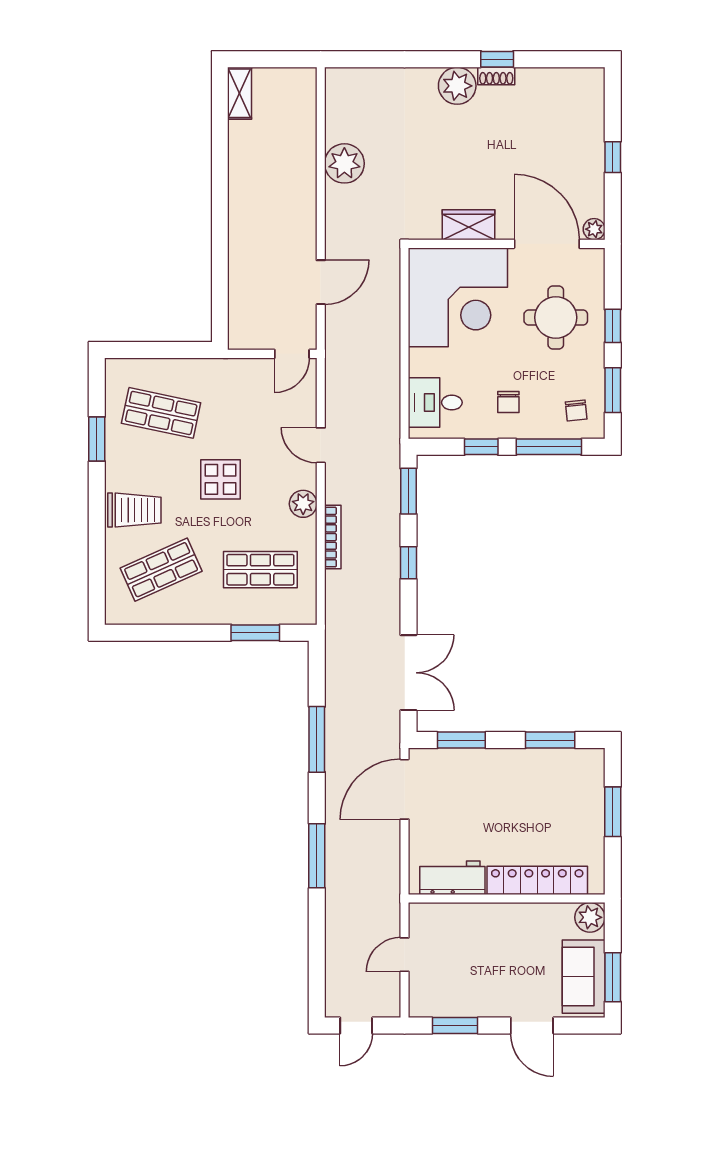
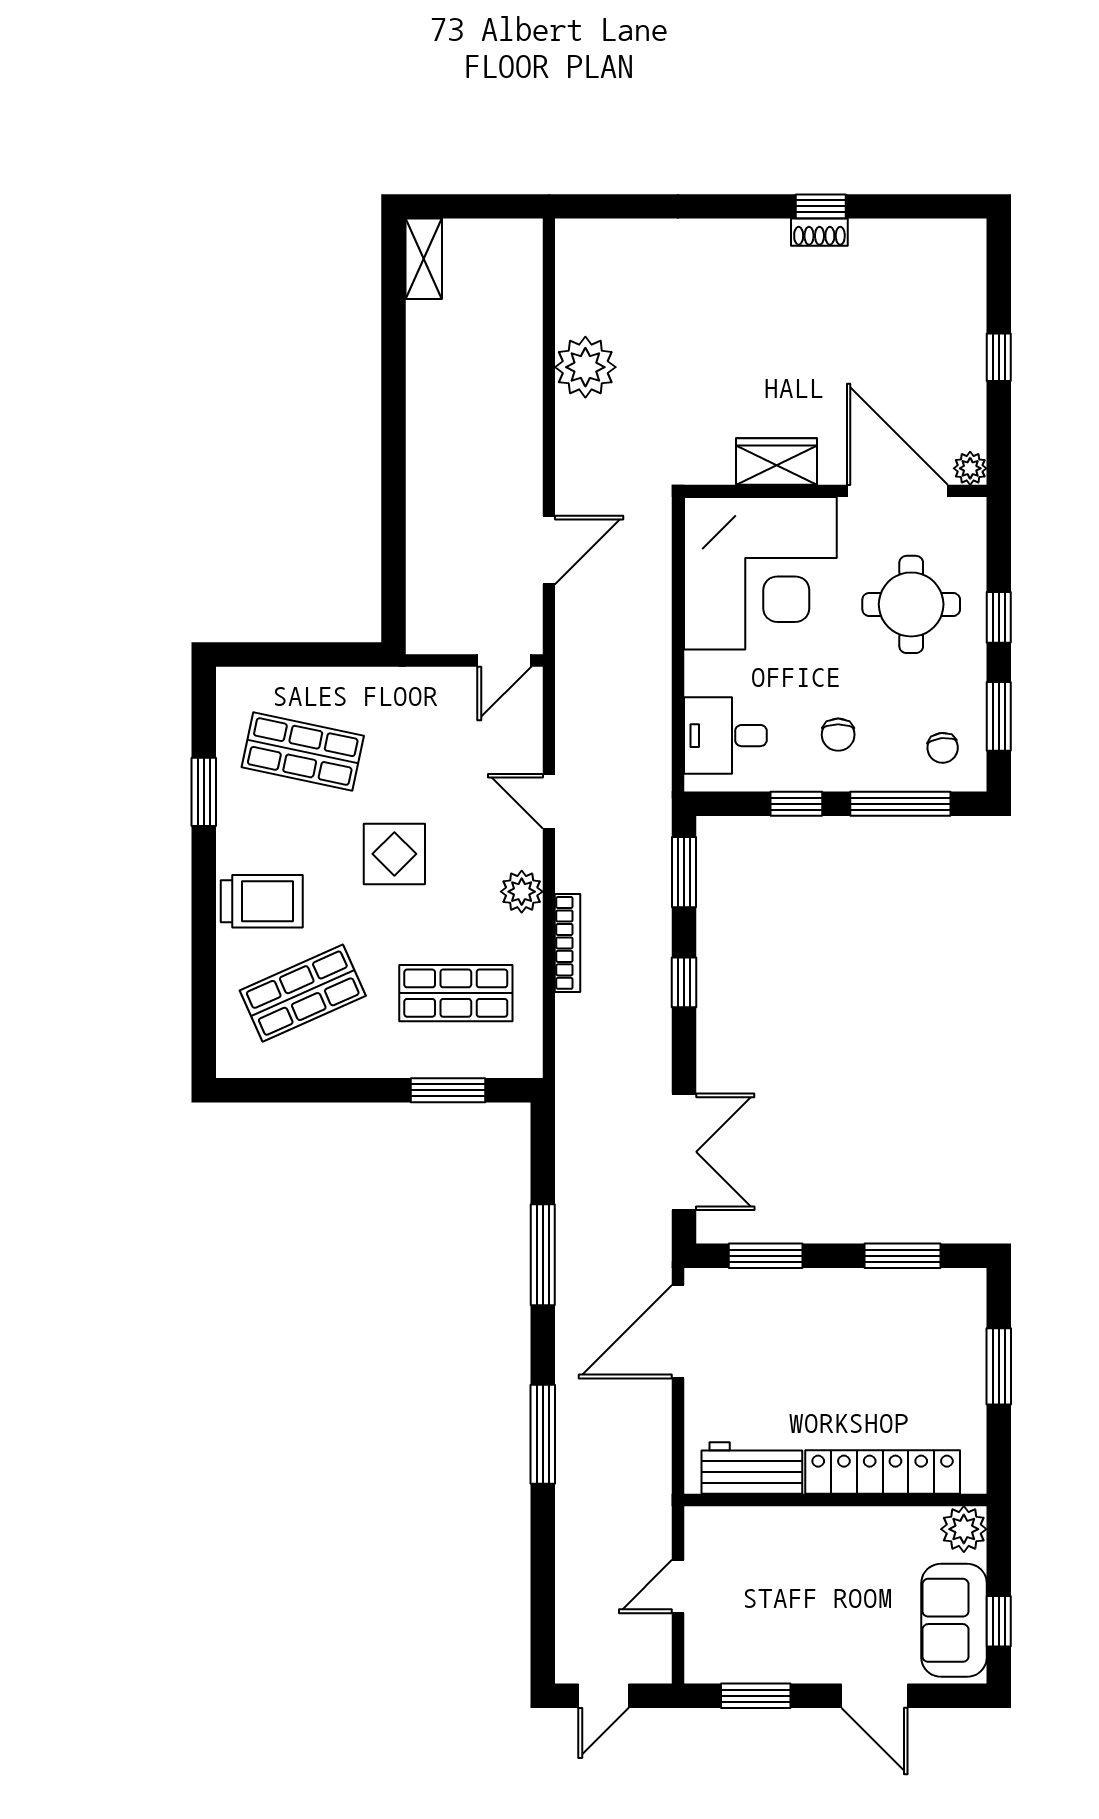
plant: (457, 86) -> (759, 247), removed
window: (613, 977) -> (999, 1621), width x0.67

